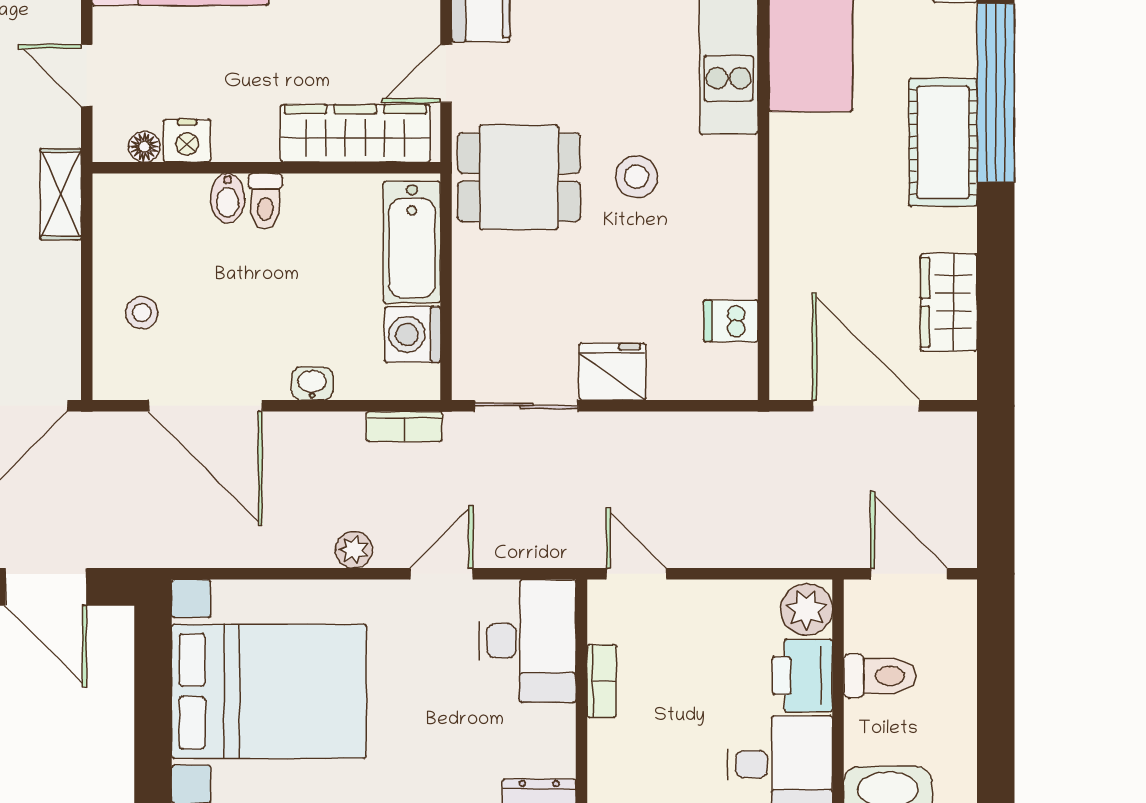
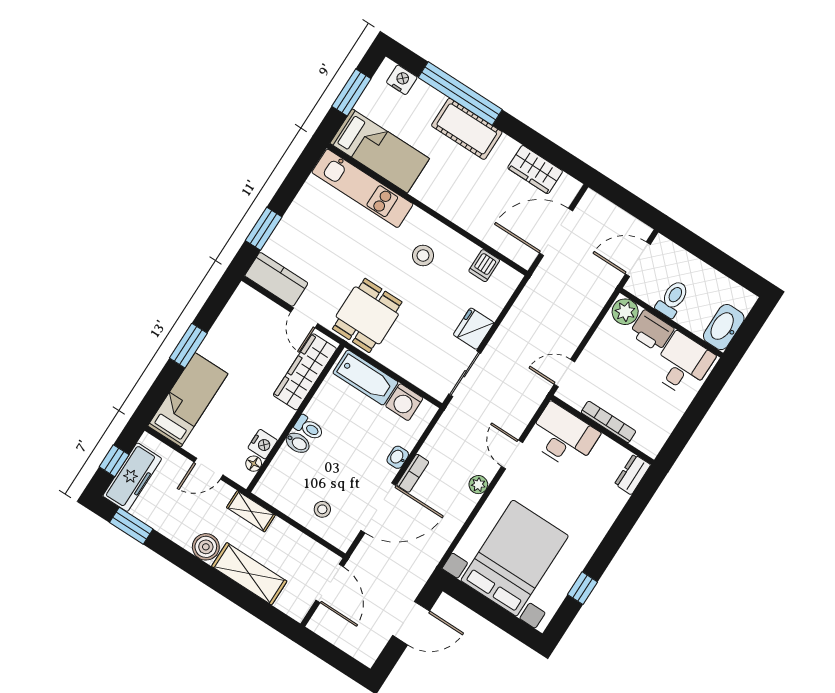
stool: (636, 177) -> (423, 255), moved
bookcase: (404, 427) -> (413, 473), moved
bookcase: (602, 681) -> (608, 422), width x1.56

